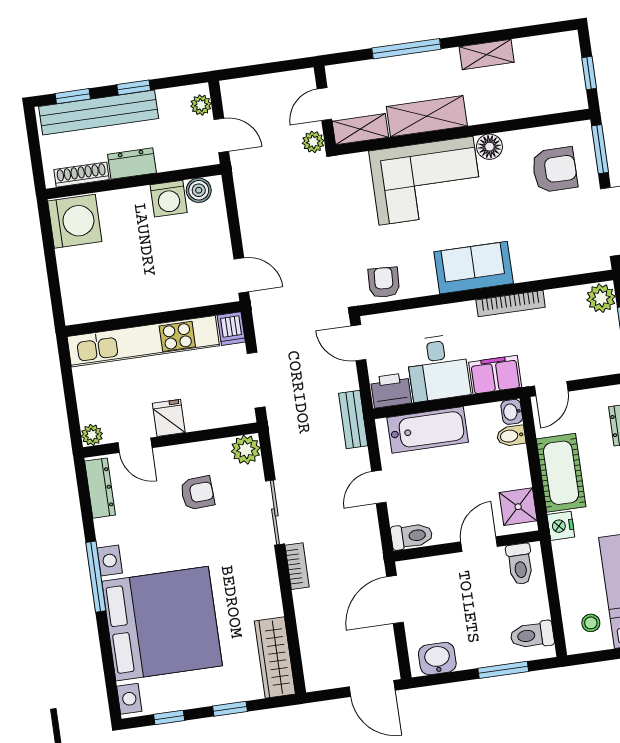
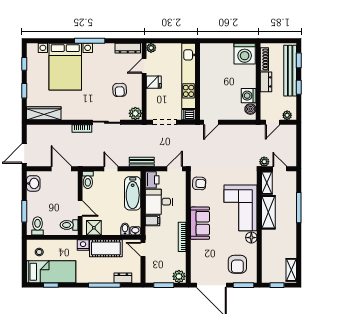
shelving: (487, 54) -> (291, 270), moved
filing cabinet: (495, 375) -> (152, 221), width x0.50
bed with nightstands: (162, 624) -> (65, 67), width x0.73

